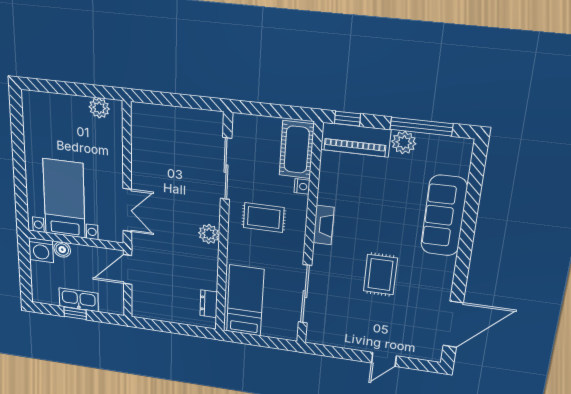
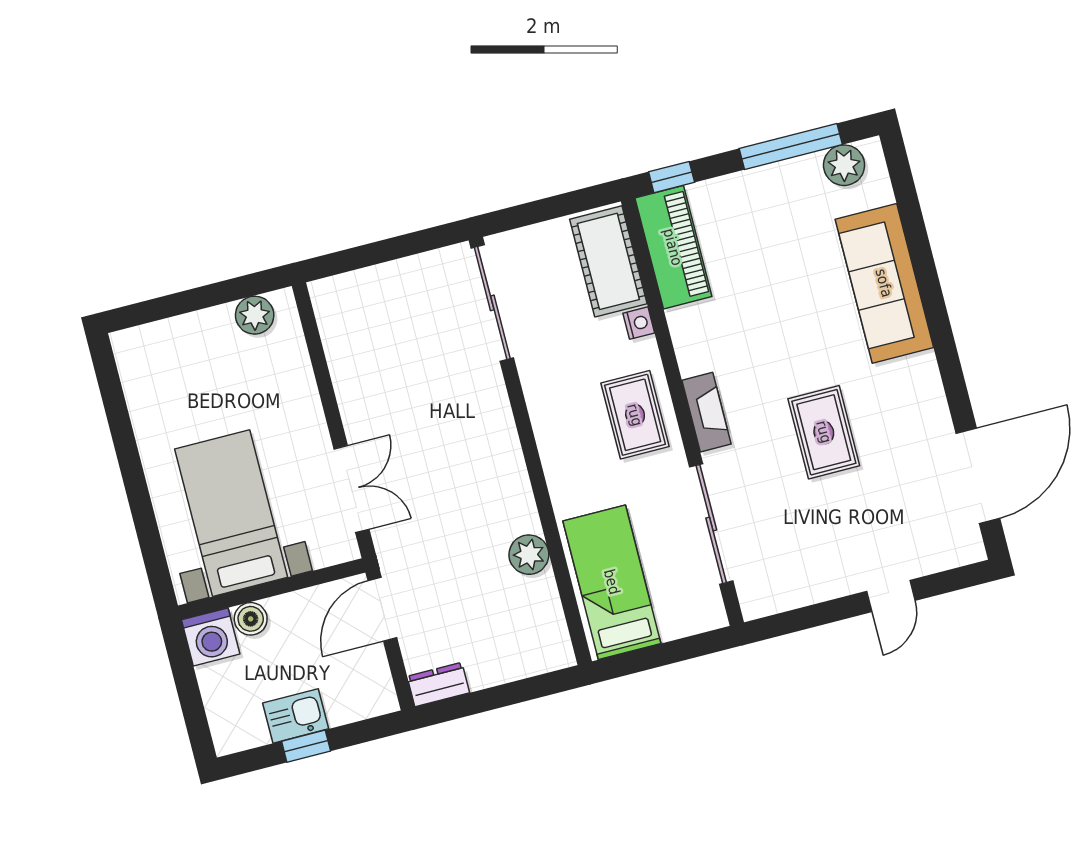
piano: (356, 140) -> (673, 247), moved, turned -90
plant: (404, 143) -> (844, 165), moved
sliding door: (226, 169) -> (492, 303), moved
rug: (264, 218) -> (635, 415), moved, turned 90
fireplace: (324, 225) -> (706, 412), moved
plant: (209, 234) -> (529, 555), moved
kitchen sink: (79, 300) -> (296, 716), width x0.73
dresser: (209, 304) -> (438, 684), moved, turned 90

